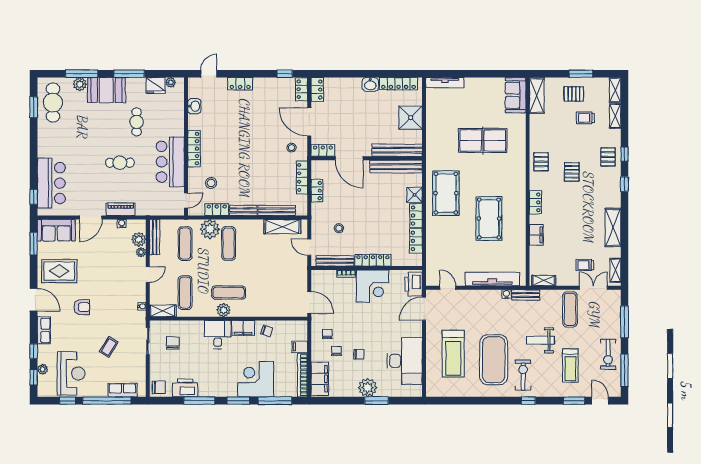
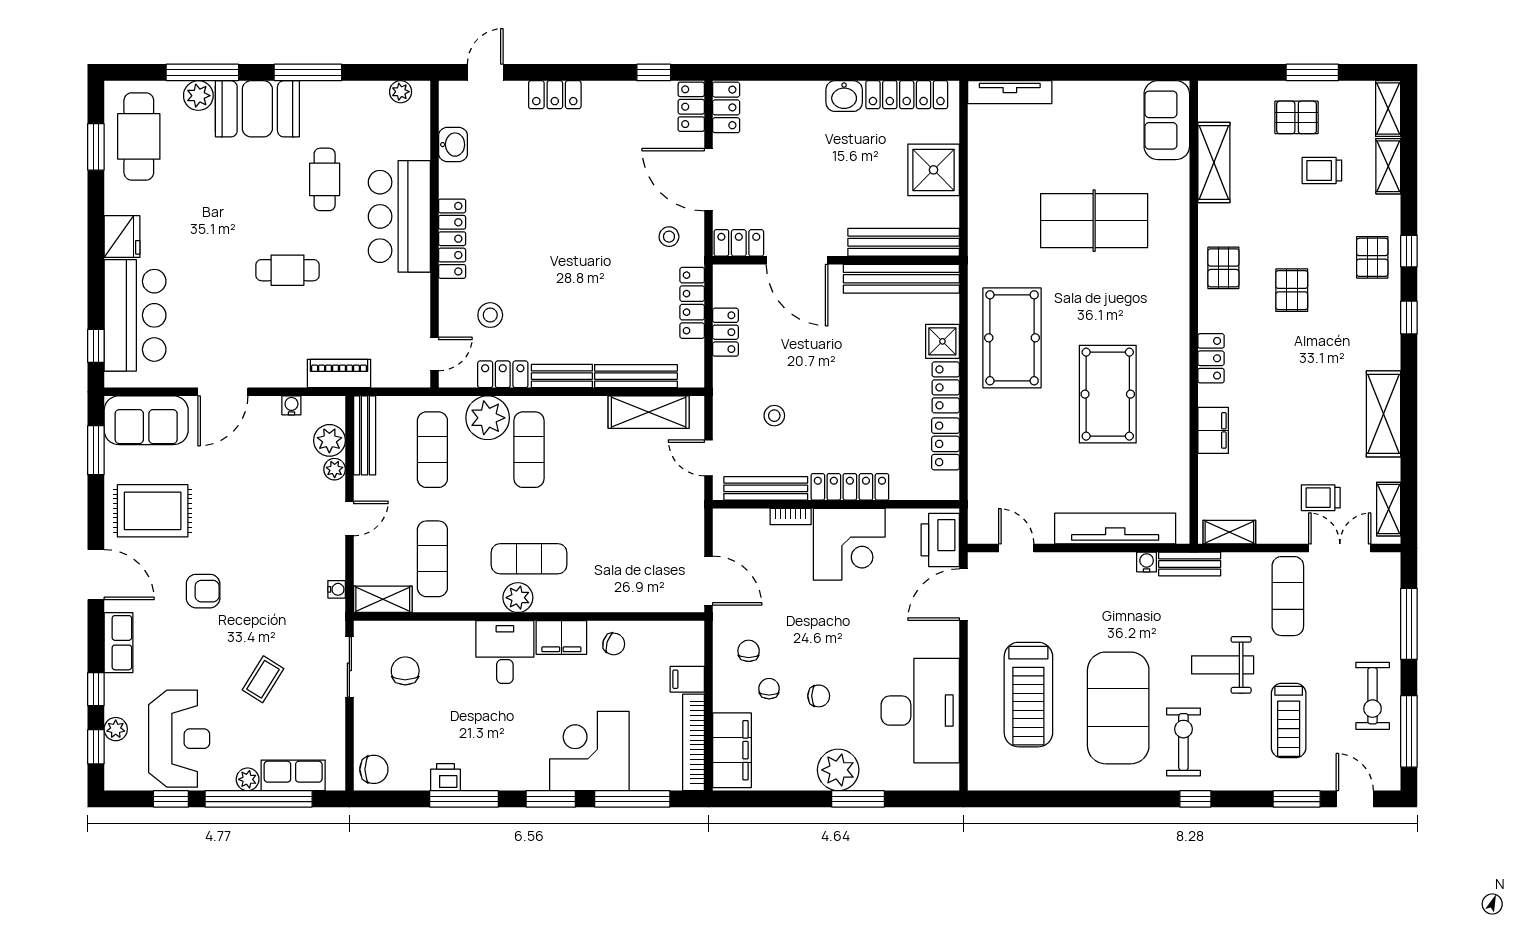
fridge: (155, 86) -> (122, 237), moved, turned -90
shelving: (537, 96) -> (1214, 162), moved
bar counter: (170, 162) -> (399, 216), moved
piano: (121, 209) -> (339, 374), moved
printer: (185, 388) -> (445, 777), width x0.53, depth x0.68
plant: (102, 392) -> (248, 779), added

